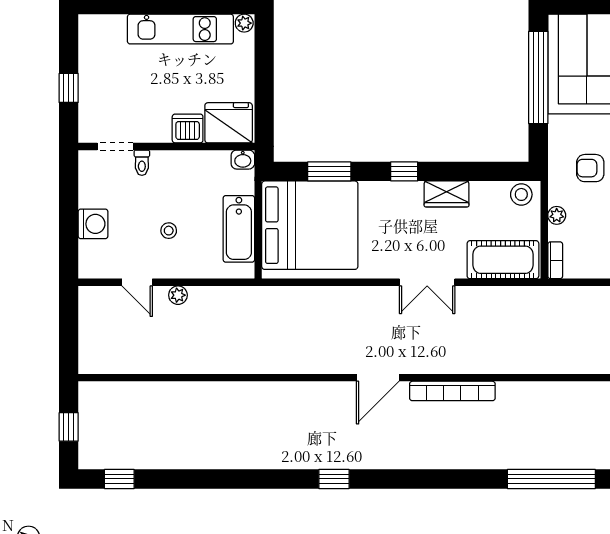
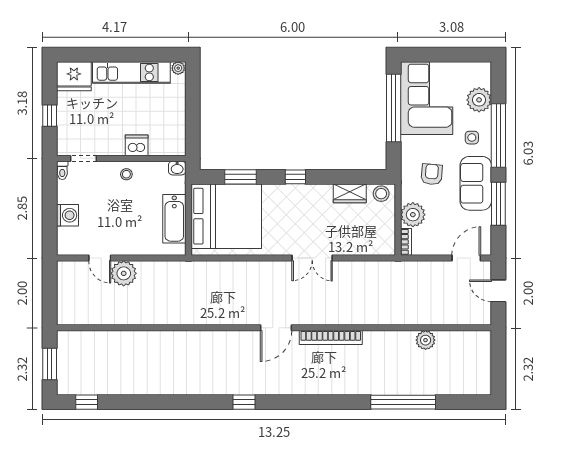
fridge: (229, 123) -> (74, 76), moved, turned 180
toilet: (142, 163) -> (62, 170), moved
armchair: (590, 168) -> (432, 174), turned 95
wardrobe: (447, 194) -> (350, 193), moved
plant: (557, 215) -> (413, 215), width x1.87, depth x1.87
stool: (169, 231) -> (126, 174), moved
cot: (503, 260) -> (368, 241), removed
plant: (178, 295) -> (124, 273), width x1.88, depth x1.88
plant: (582, 394) -> (426, 340), added
window: (69, 427) -> (50, 364), width x1.50

